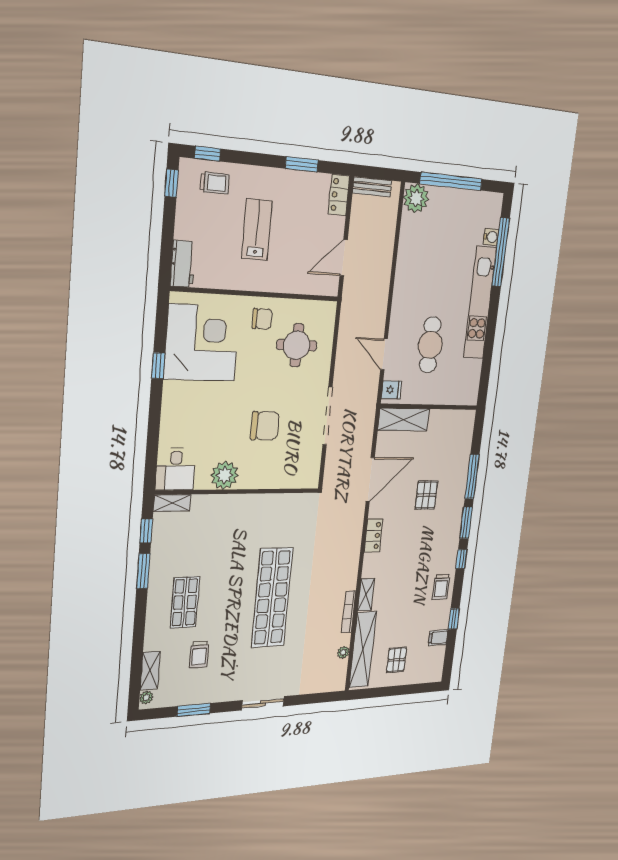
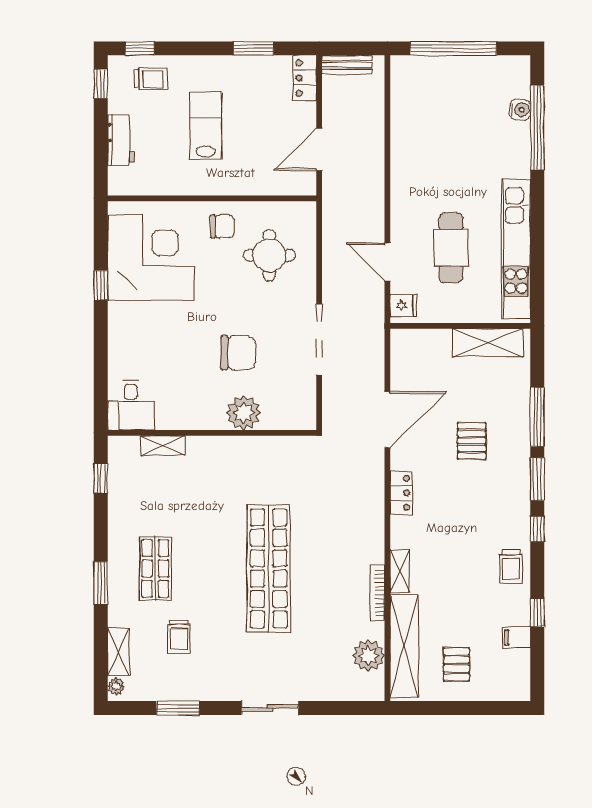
plant: (416, 198) -> (407, 73), removed
workbench: (183, 264) -> (121, 140), moved
kitchen unit: (480, 303) -> (516, 249), moved
shelving: (404, 420) -> (488, 343), moved
plant: (225, 475) -> (244, 413), moved
shelving: (172, 503) -> (163, 446), moved
window: (143, 571) -> (101, 583), moved
plant: (343, 652) -> (368, 656), width x1.88, depth x1.88

